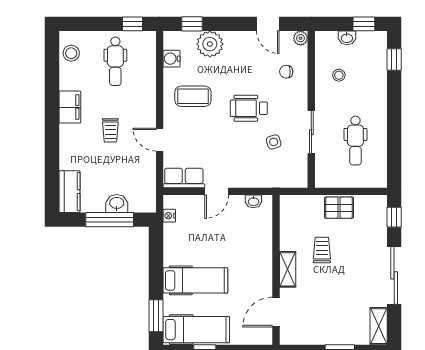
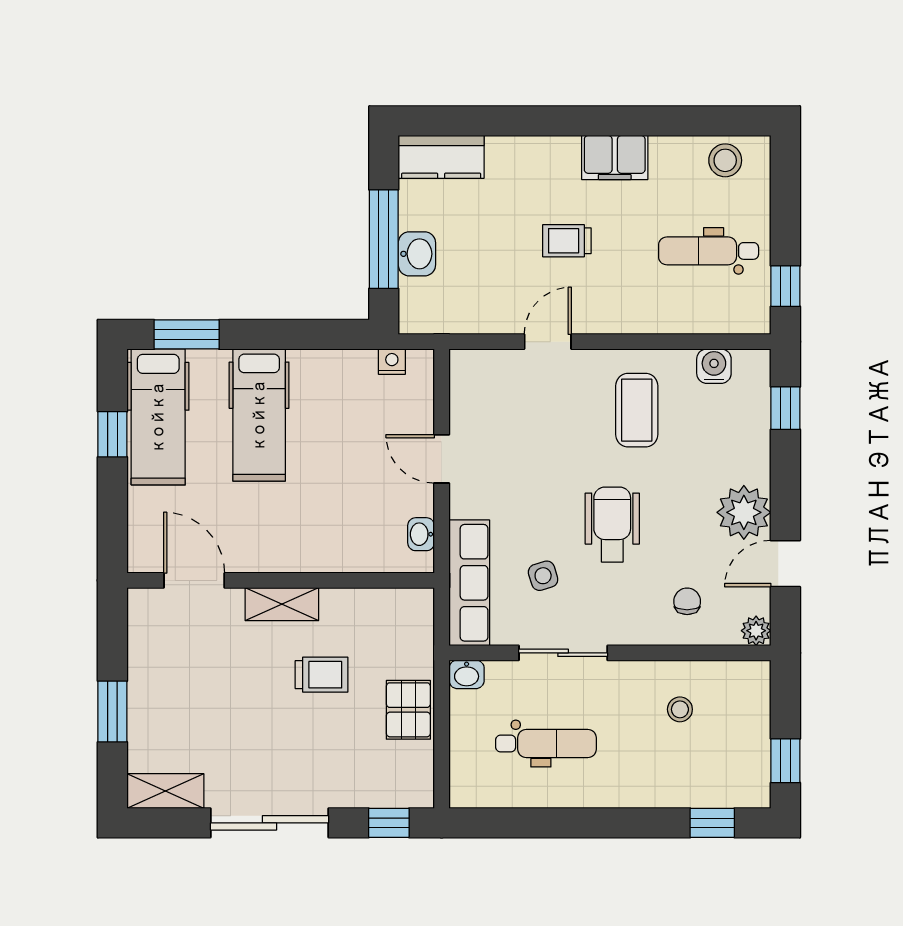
washbasin: (347, 38) -> (467, 674), moved, turned -90
plant: (210, 44) -> (744, 512), moved
dental chair: (355, 141) -> (546, 743), turned 180
row of seats: (184, 178) -> (469, 583), moved, width x1.48

